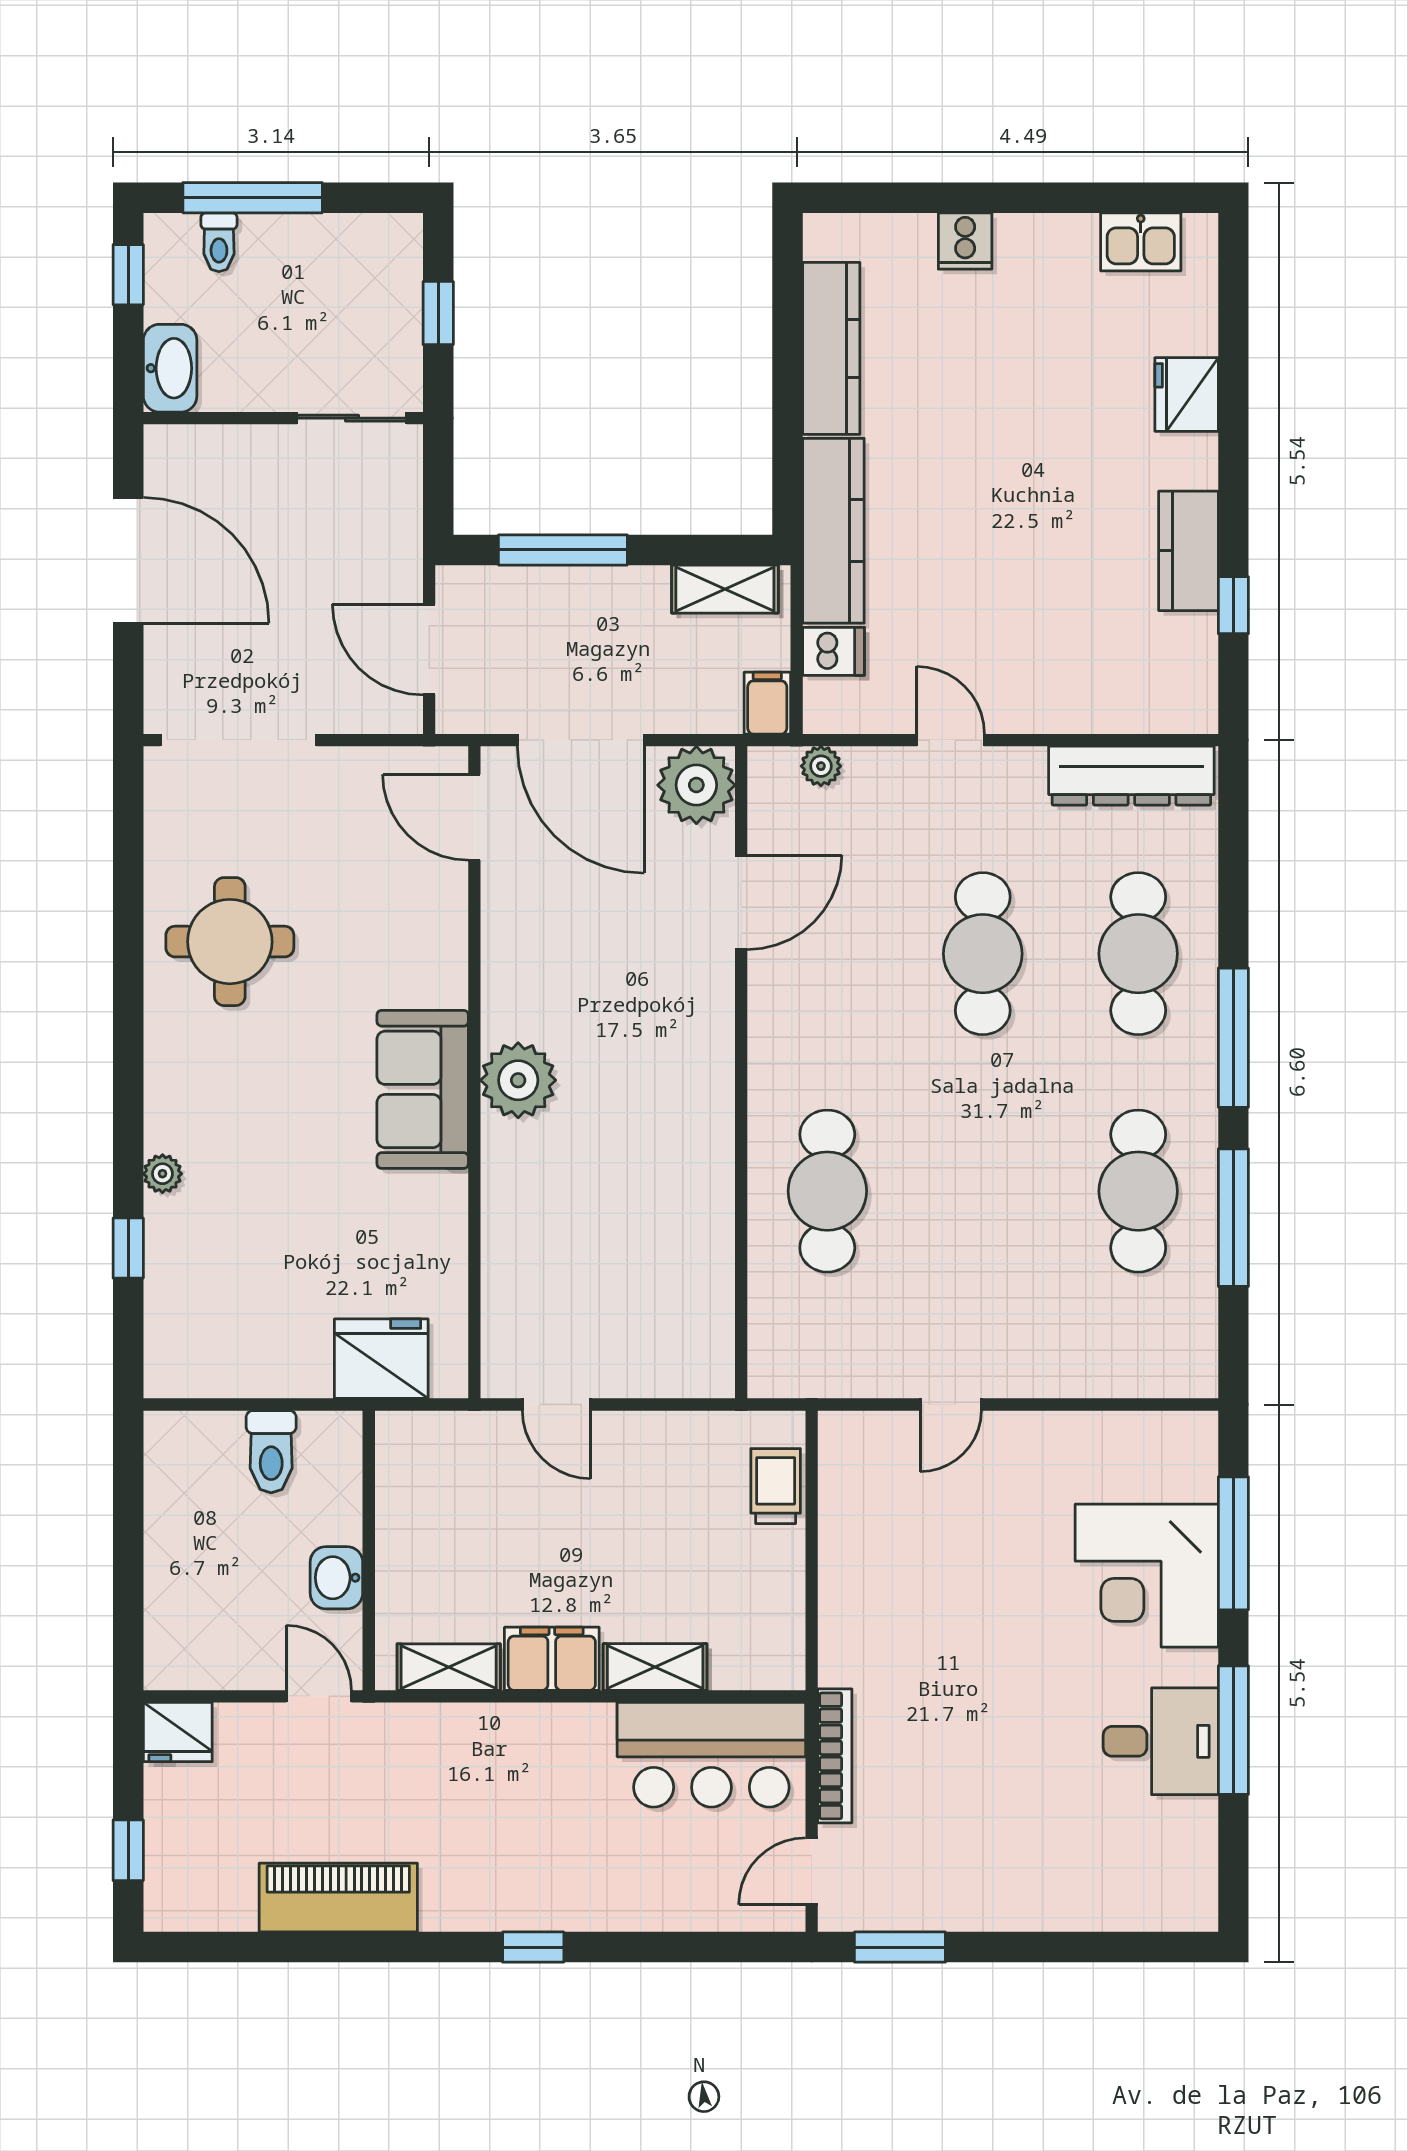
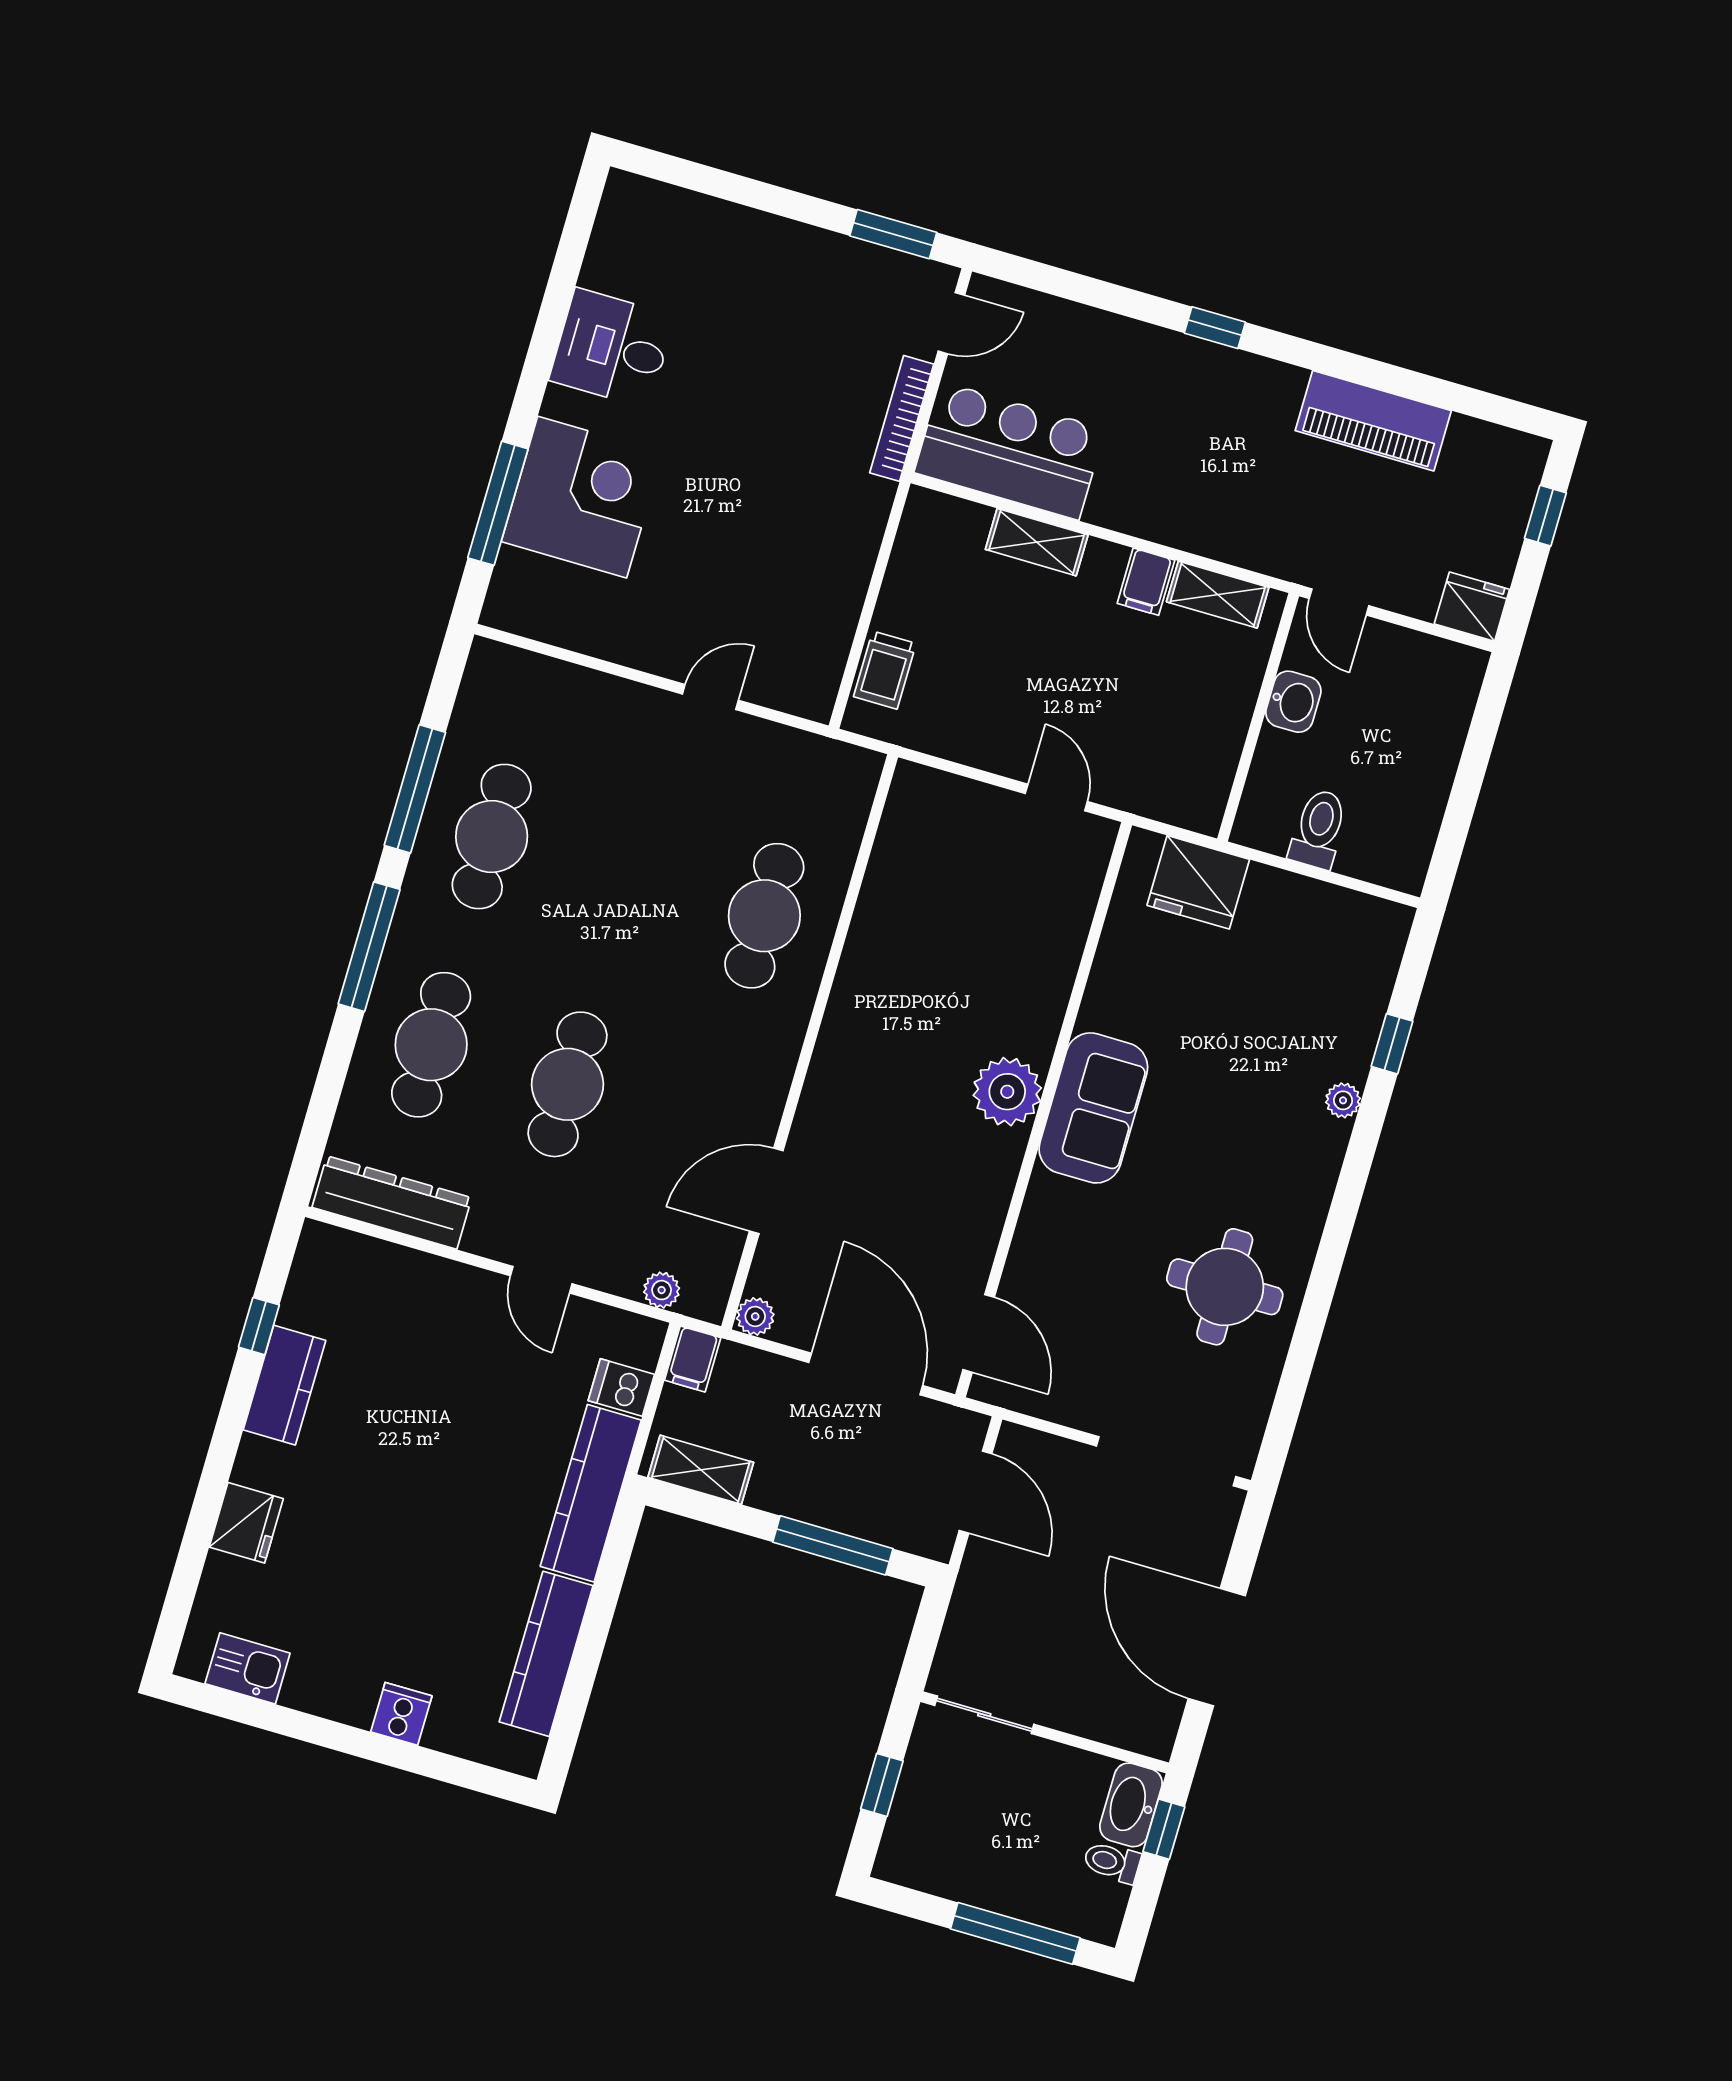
toilet: (219, 242) -> (1112, 1862), moved, turned -90
window: (128, 275) -> (1164, 1829), moved
plant: (696, 785) -> (755, 1316), width x0.53, depth x0.53
filing cabinet: (552, 1659) -> (1146, 582), width x0.50
window: (1233, 1730) -> (546, 339), removed

